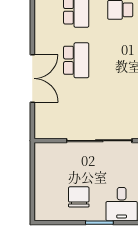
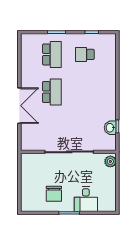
chair: (79, 197) -> (54, 194), turned 180

